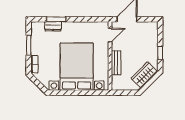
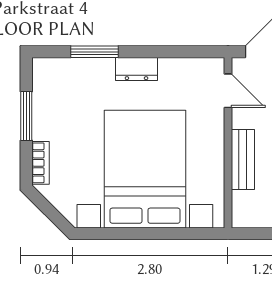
dresser: (53, 26) -> (136, 69), moved
door: (110, 35) -> (228, 91), hinge flipped

